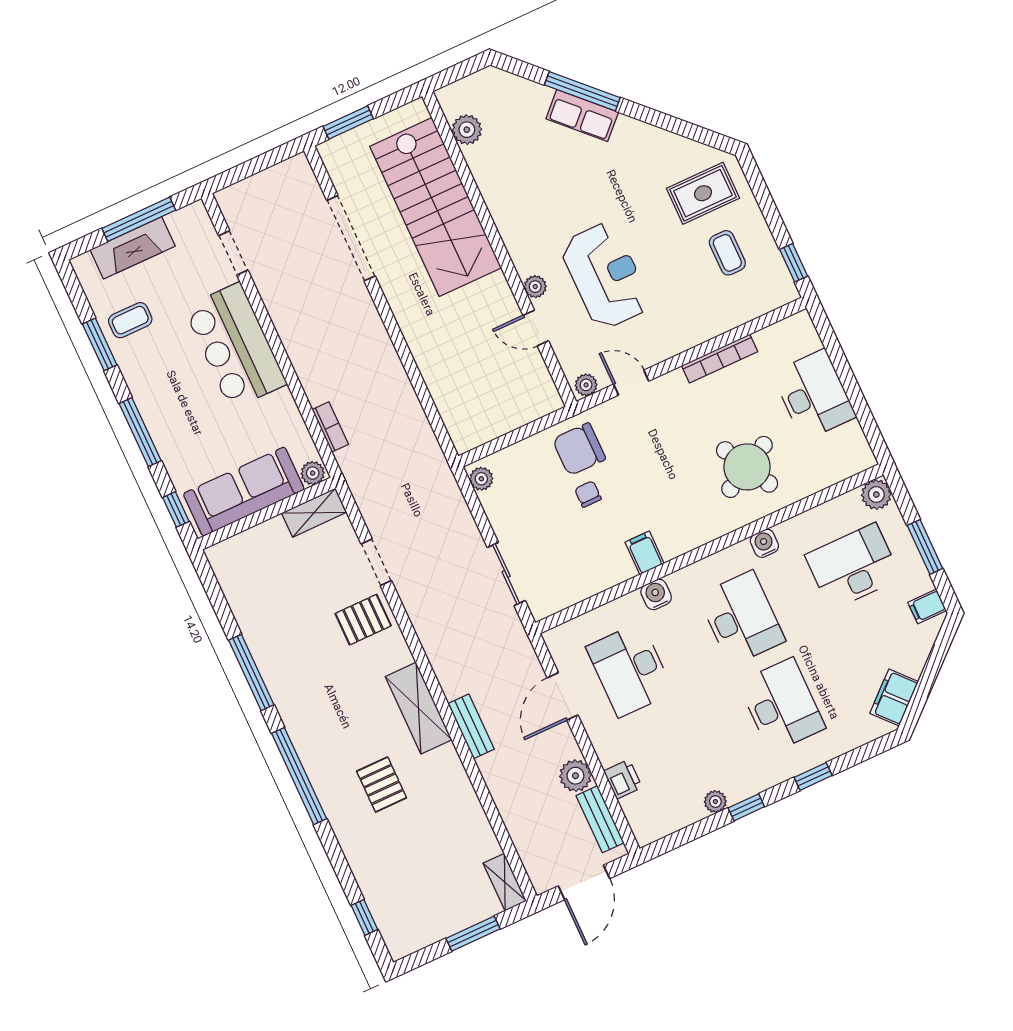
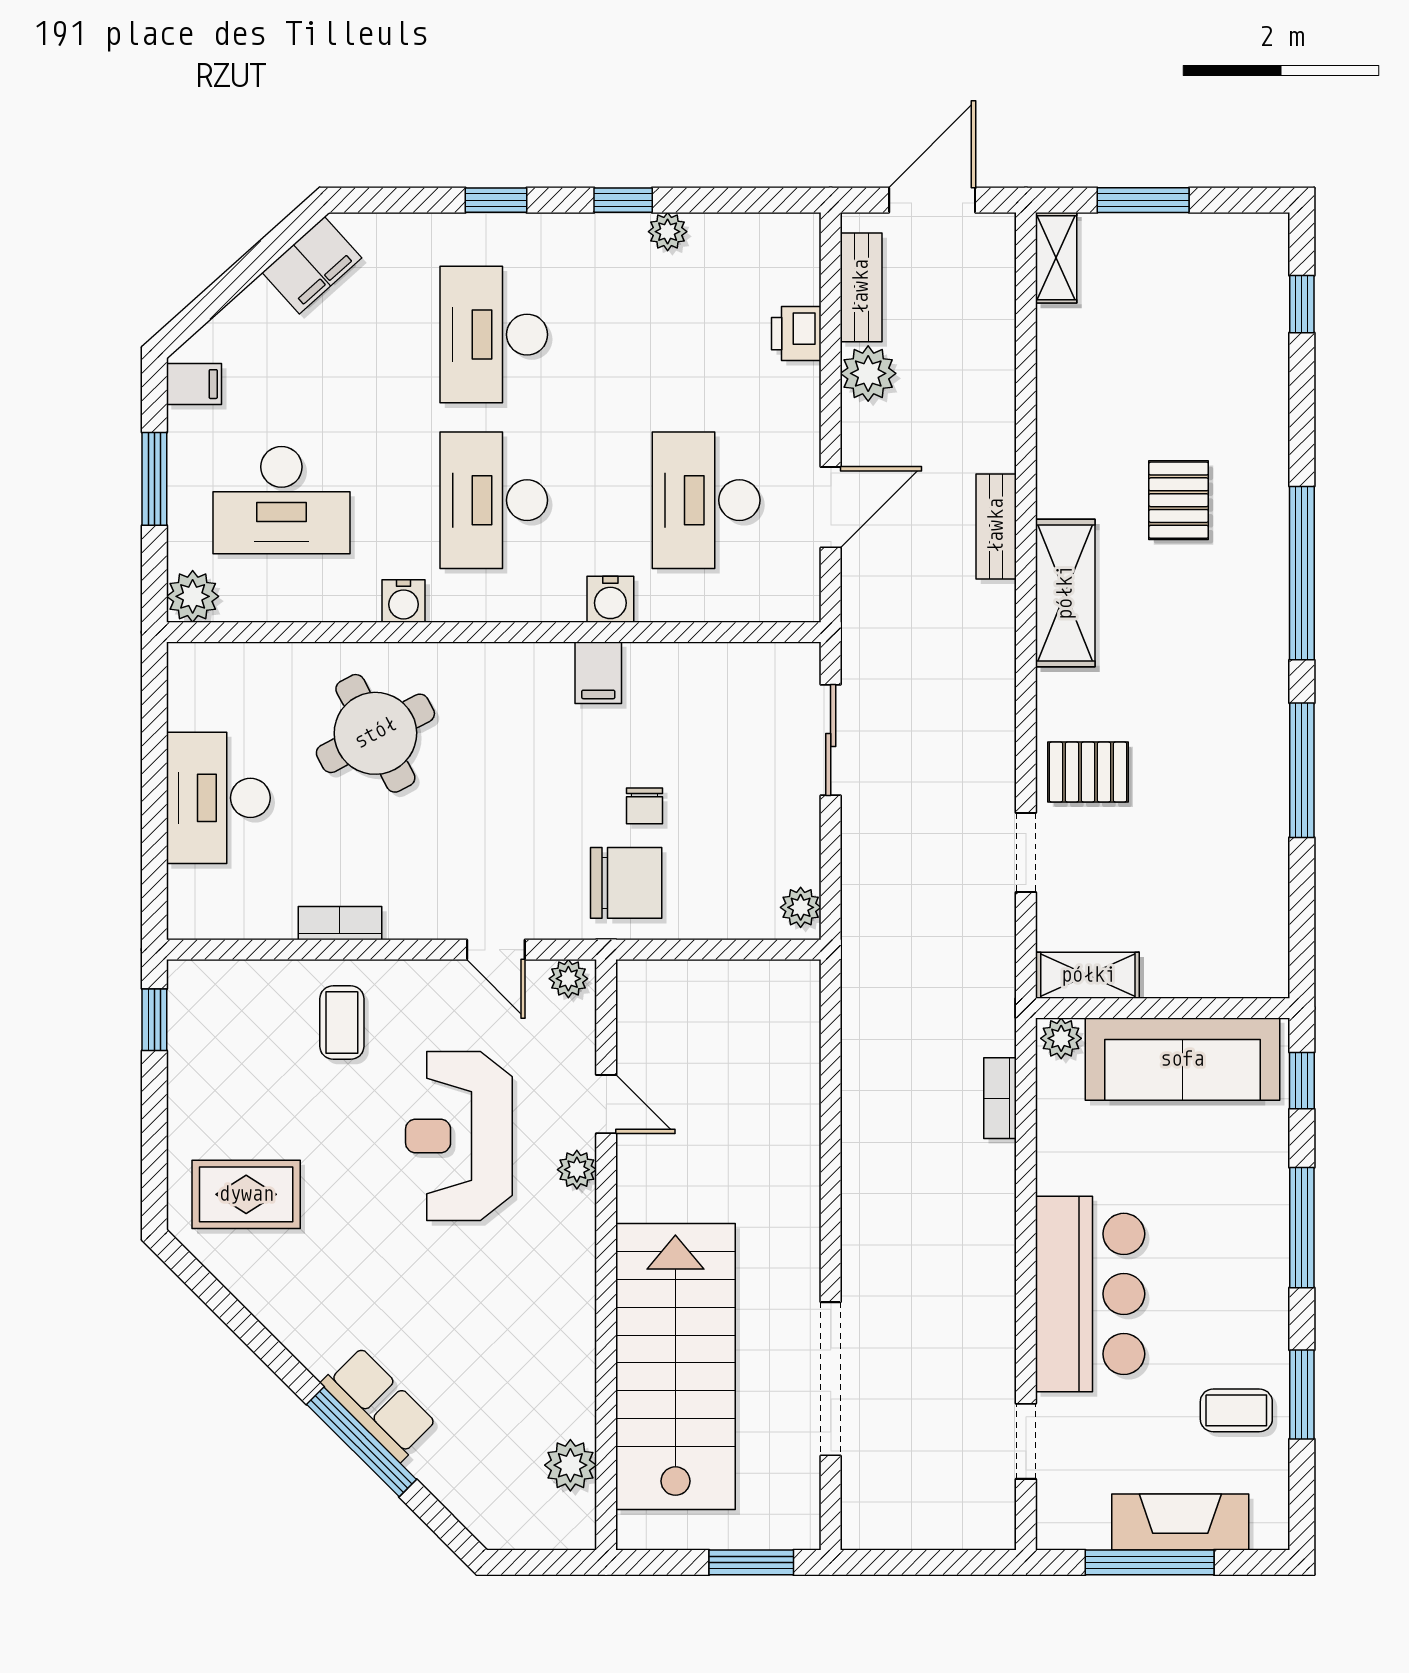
coffee table: (727, 253) -> (342, 1023), moved
bookcase: (720, 359) -> (340, 923), width x0.64
desk: (630, 670) -> (706, 500), turned 180

